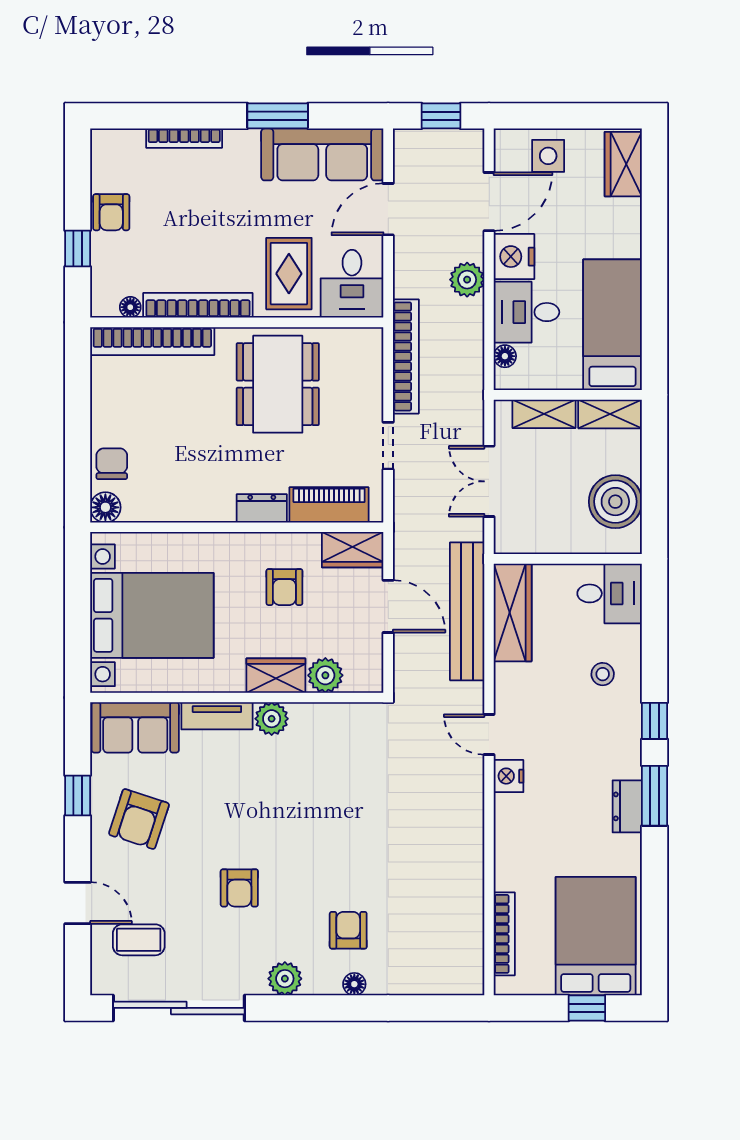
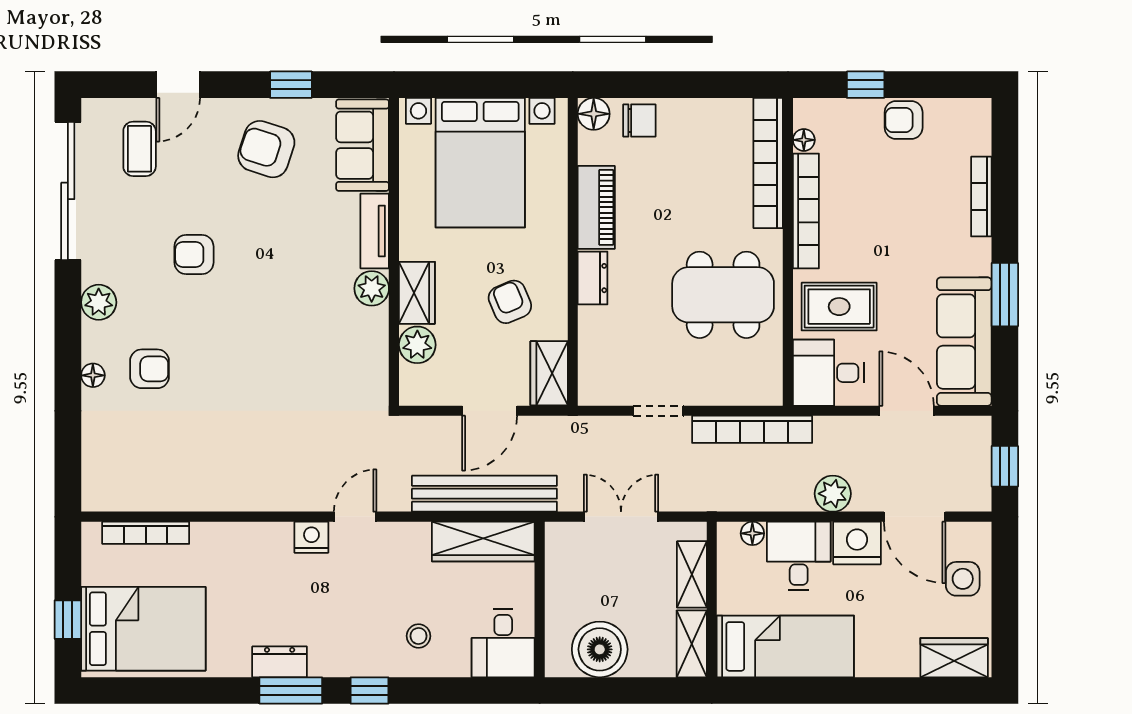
piano: (329, 505) -> (596, 207), moved
armchair: (284, 587) -> (510, 302), turned 67

